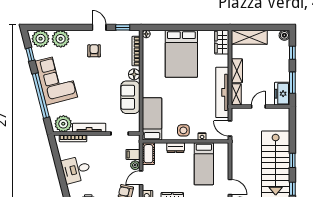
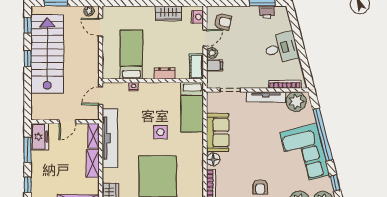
door: (230, 129) -> (101, 96), swing flipped
side table: (183, 130) -> (160, 132), moved

